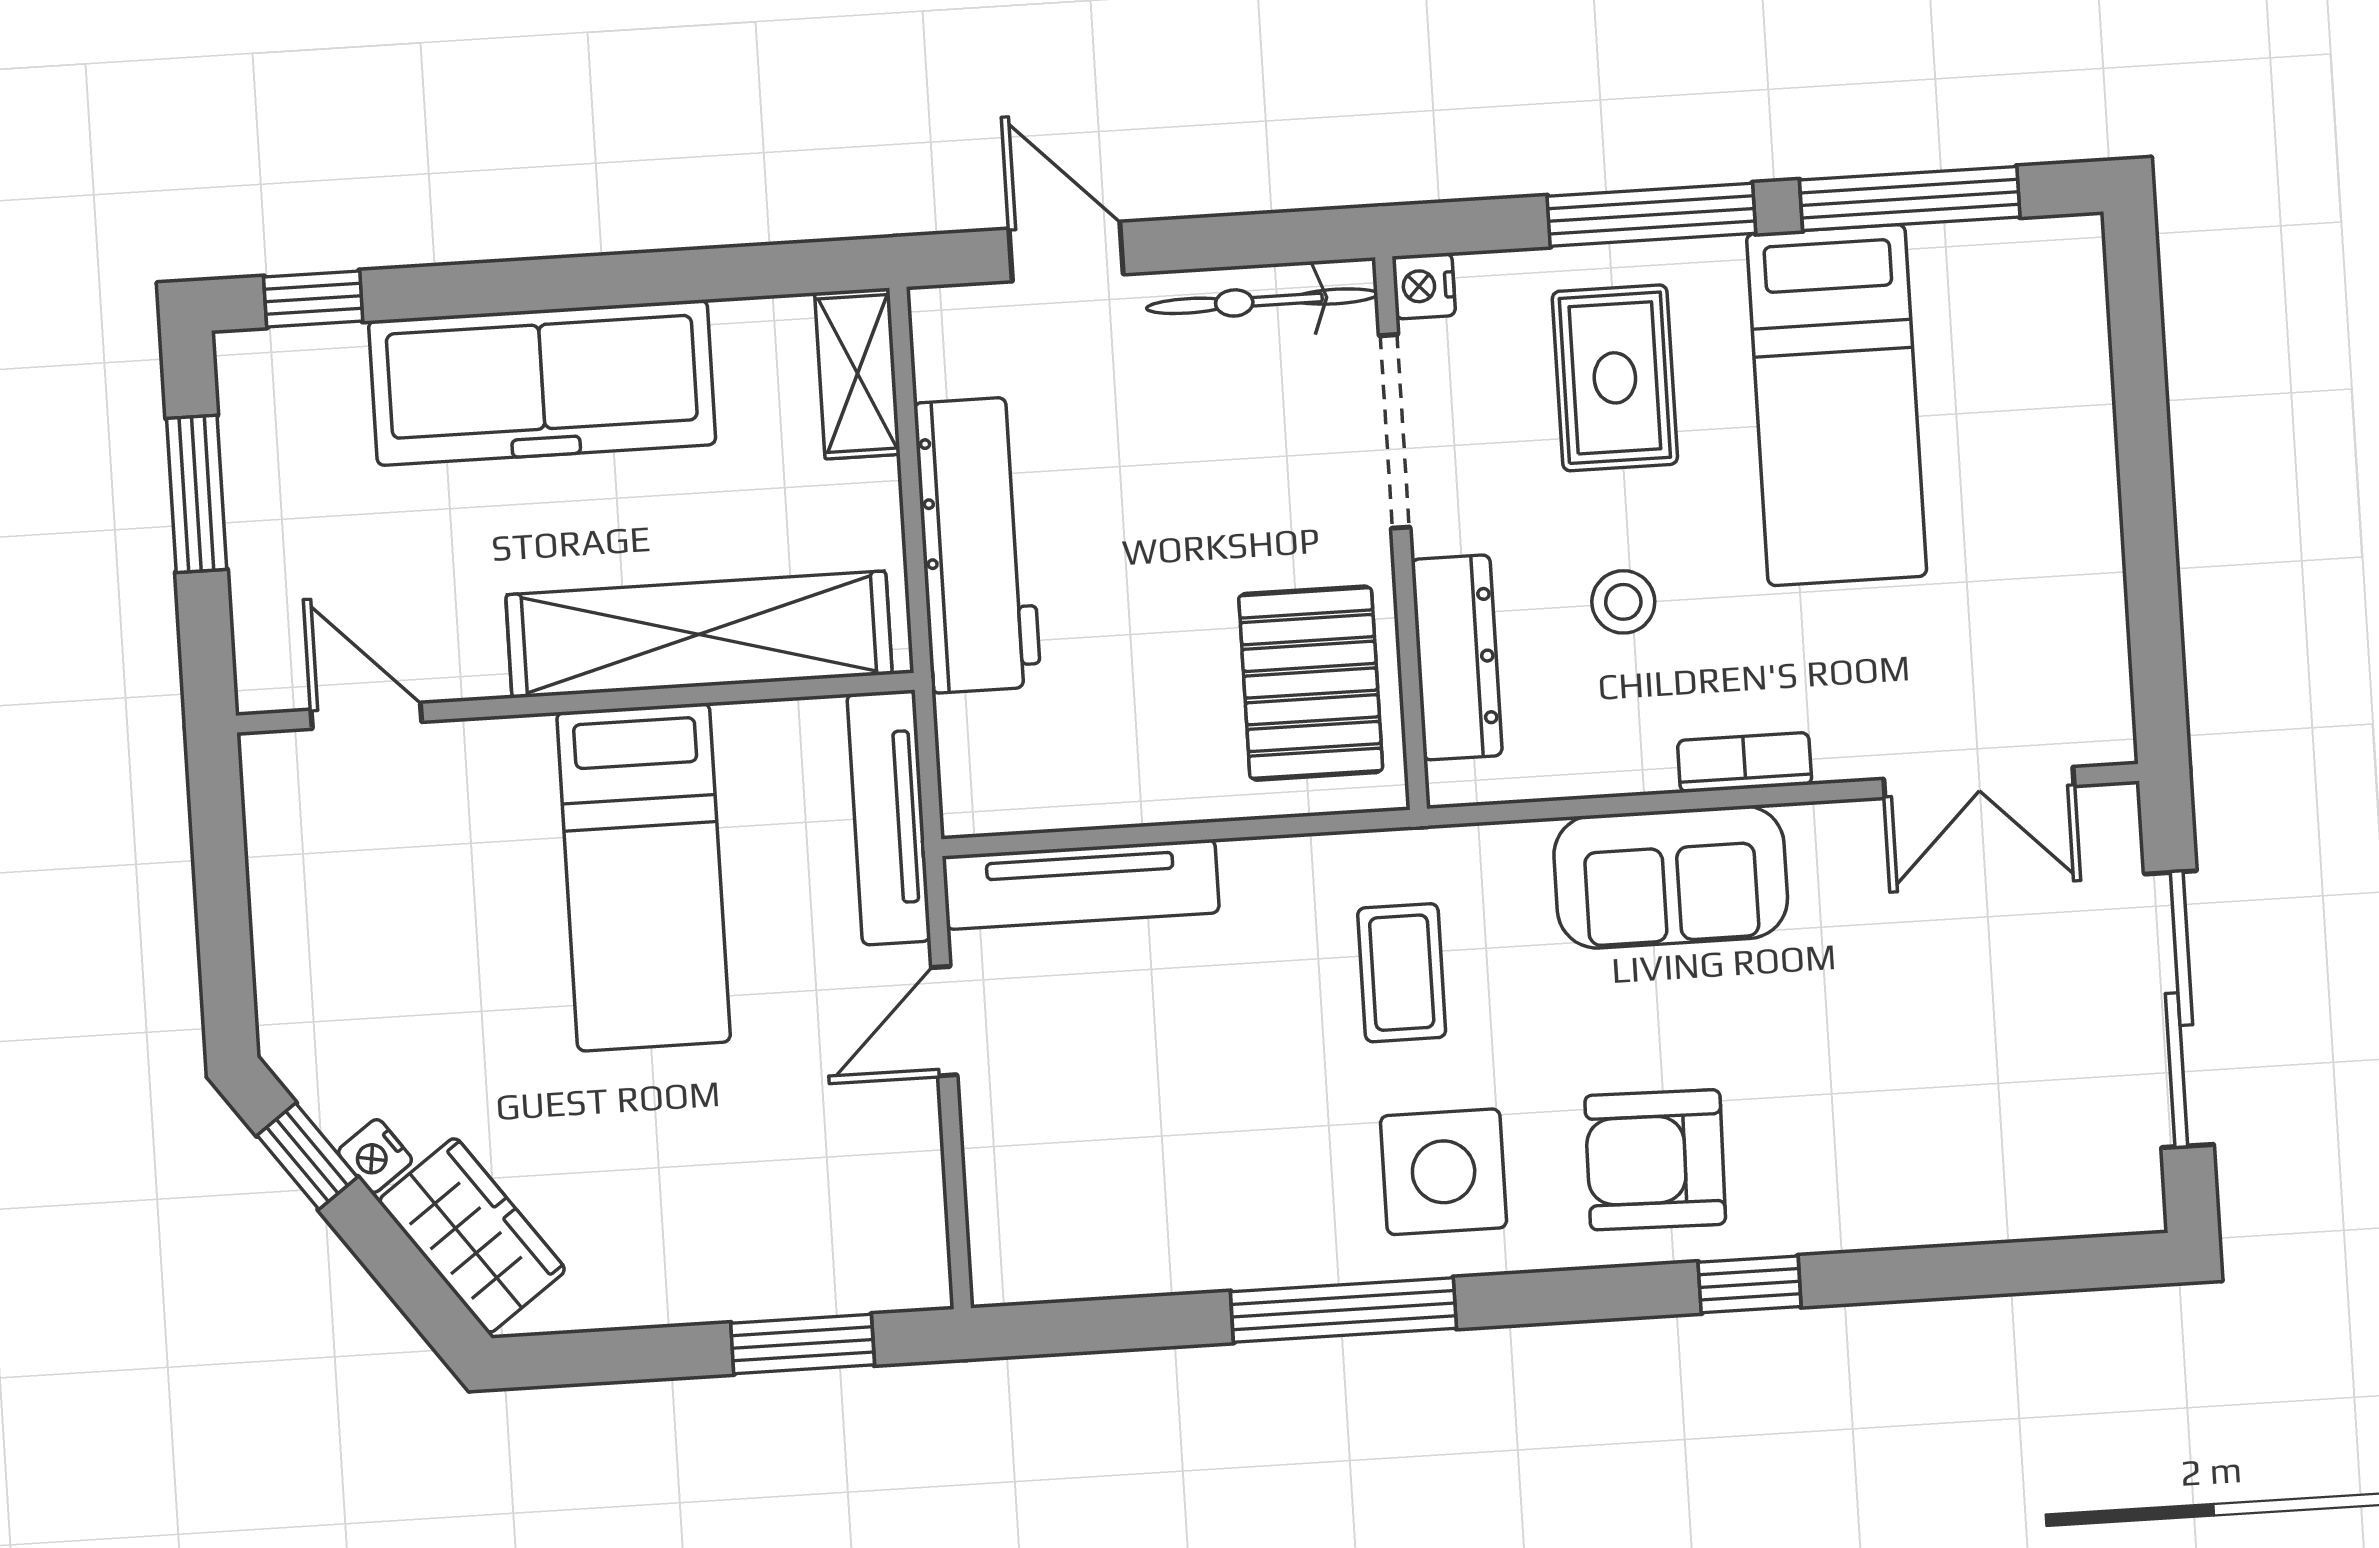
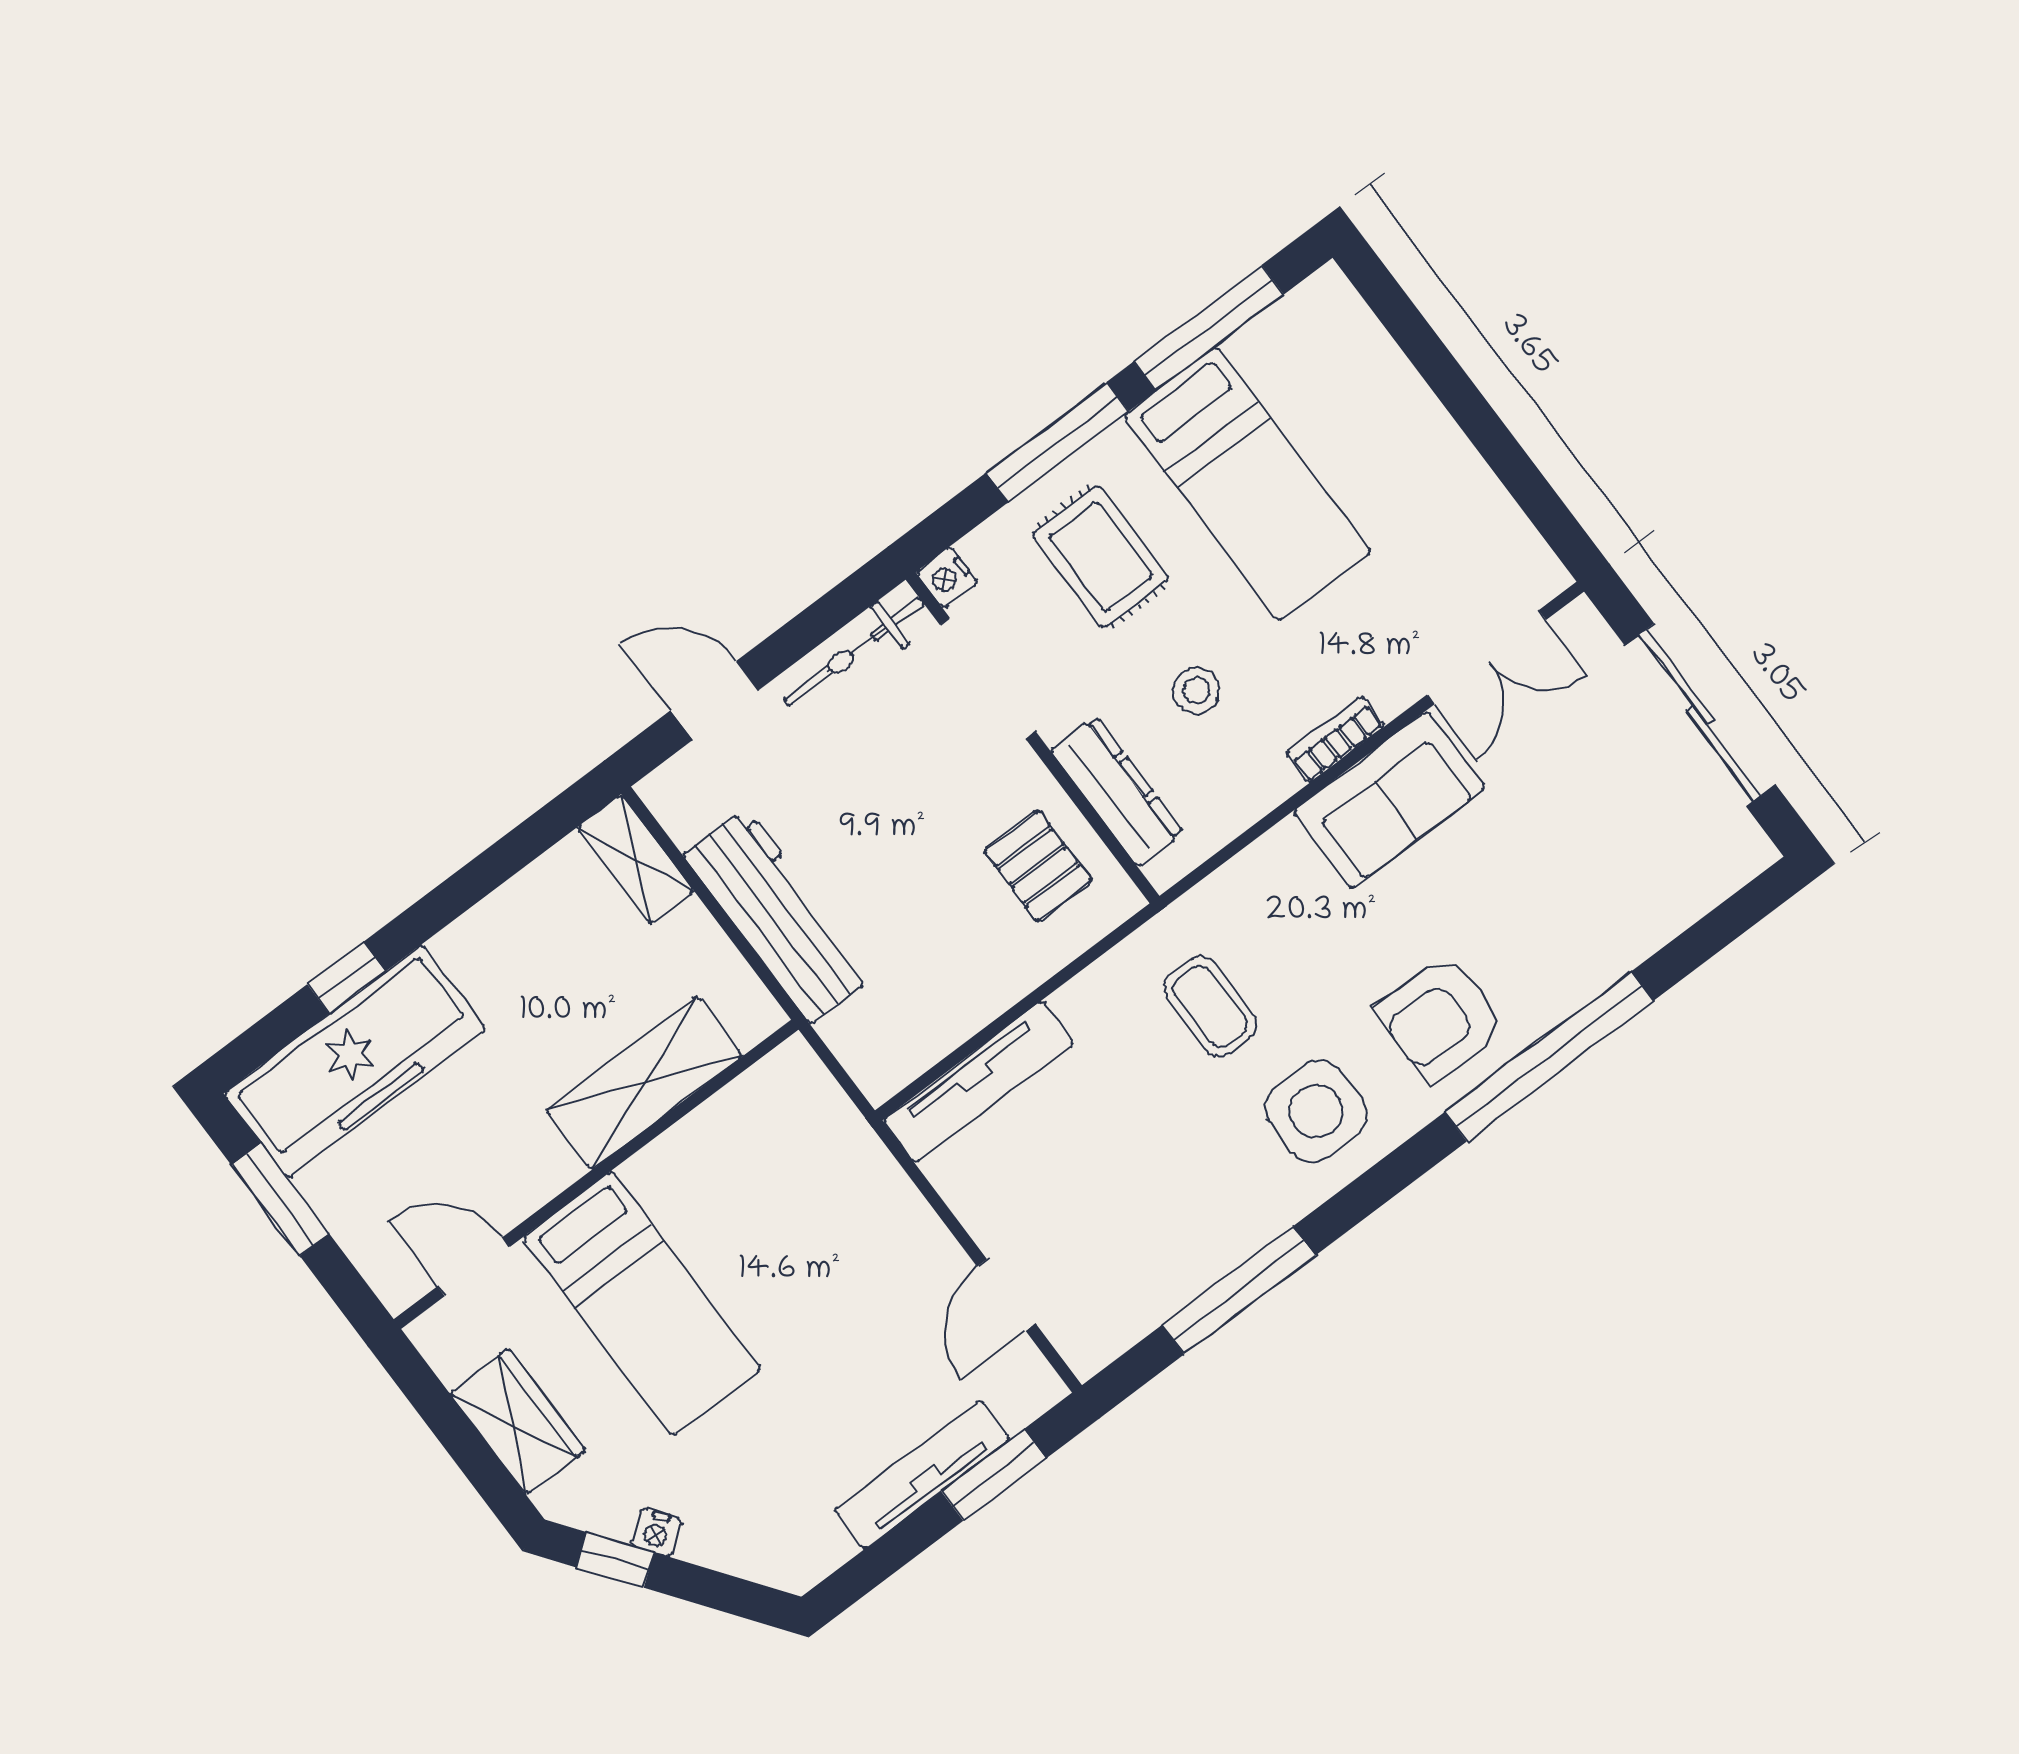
window: (313, 299) -> (346, 978), moved
freezer: (542, 383) -> (355, 1061), moved
shelving: (699, 634) -> (644, 1083), width x0.68
pallet: (1311, 683) -> (1038, 866), width x0.67, depth x0.71
tv unit: (889, 818) -> (922, 1474), moved, turned 90
bed: (644, 877) -> (642, 1304), moved
sofa: (1671, 877) -> (1389, 800), moved
door: (944, 1021) -> (1006, 1295), moved
wardrobe: (472, 1235) -> (517, 1422), moved, turned 36
window: (1750, 1284) -> (1549, 1057), width x3.17
window: (1343, 1310) -> (1239, 1290), moved

